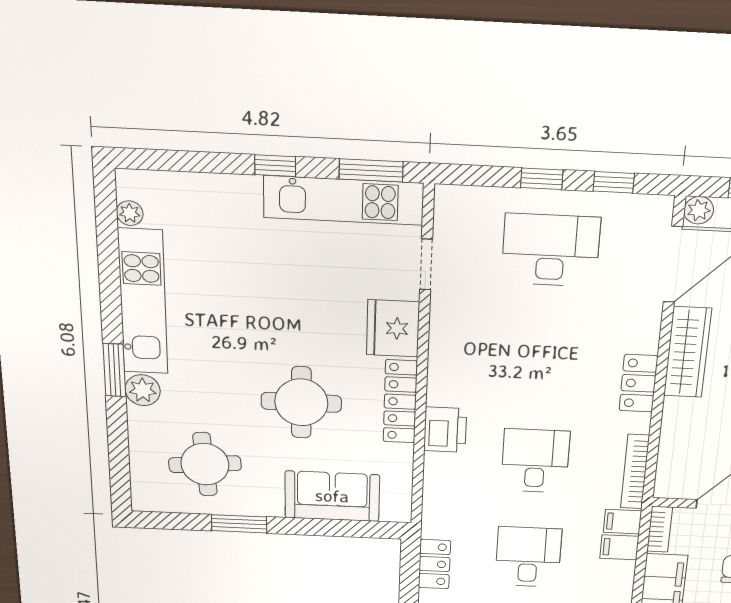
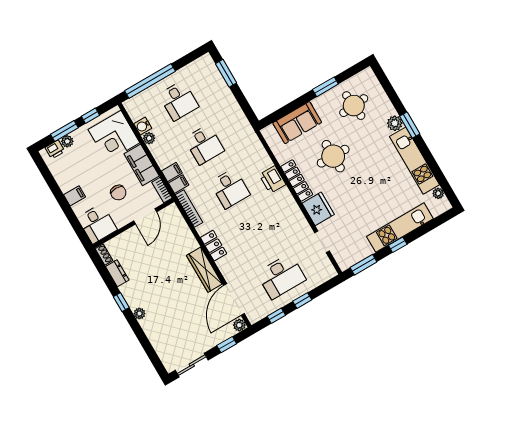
kitchen unit: (344, 200) -> (400, 228), moved
locker: (434, 564) -> (239, 117), removed

